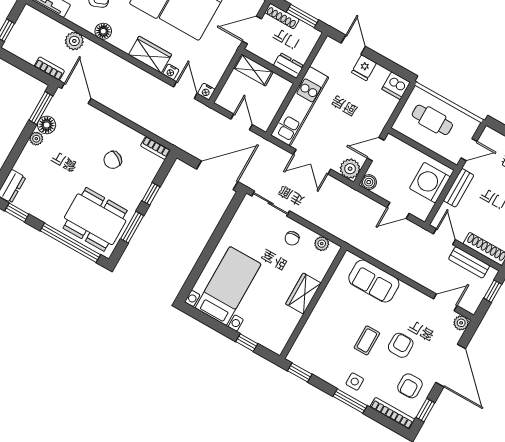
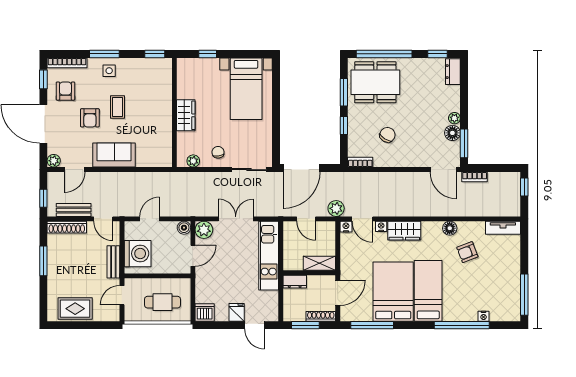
plant: (74, 41) -> (336, 208), moved
sofa: (374, 281) -> (114, 155), moved

